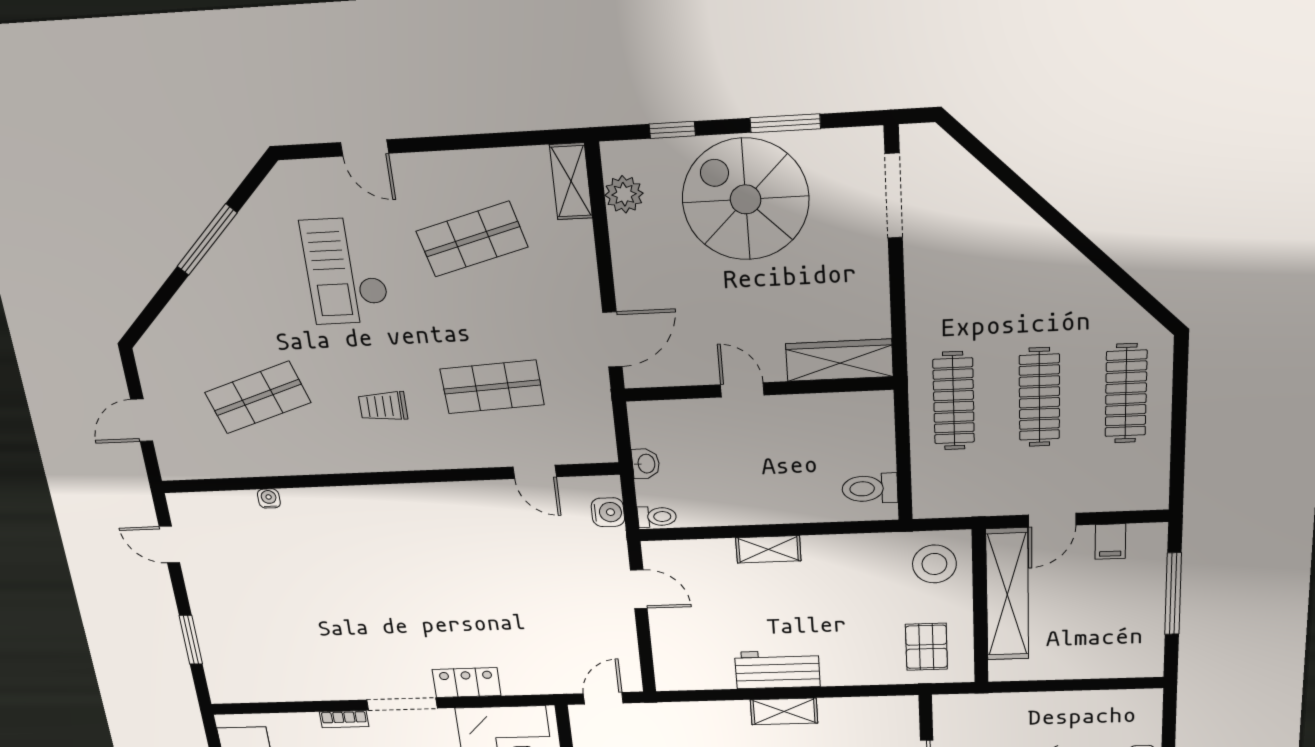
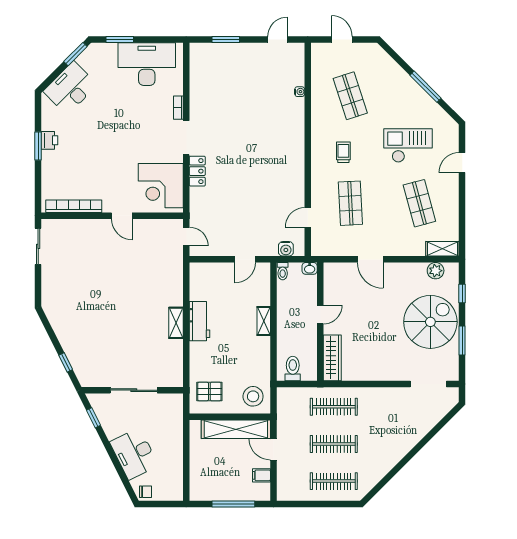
wardrobe: (839, 360) -> (332, 358), moved
wall: (758, 389) -> (320, 322), moved
door: (742, 390) -> (320, 314), moved

